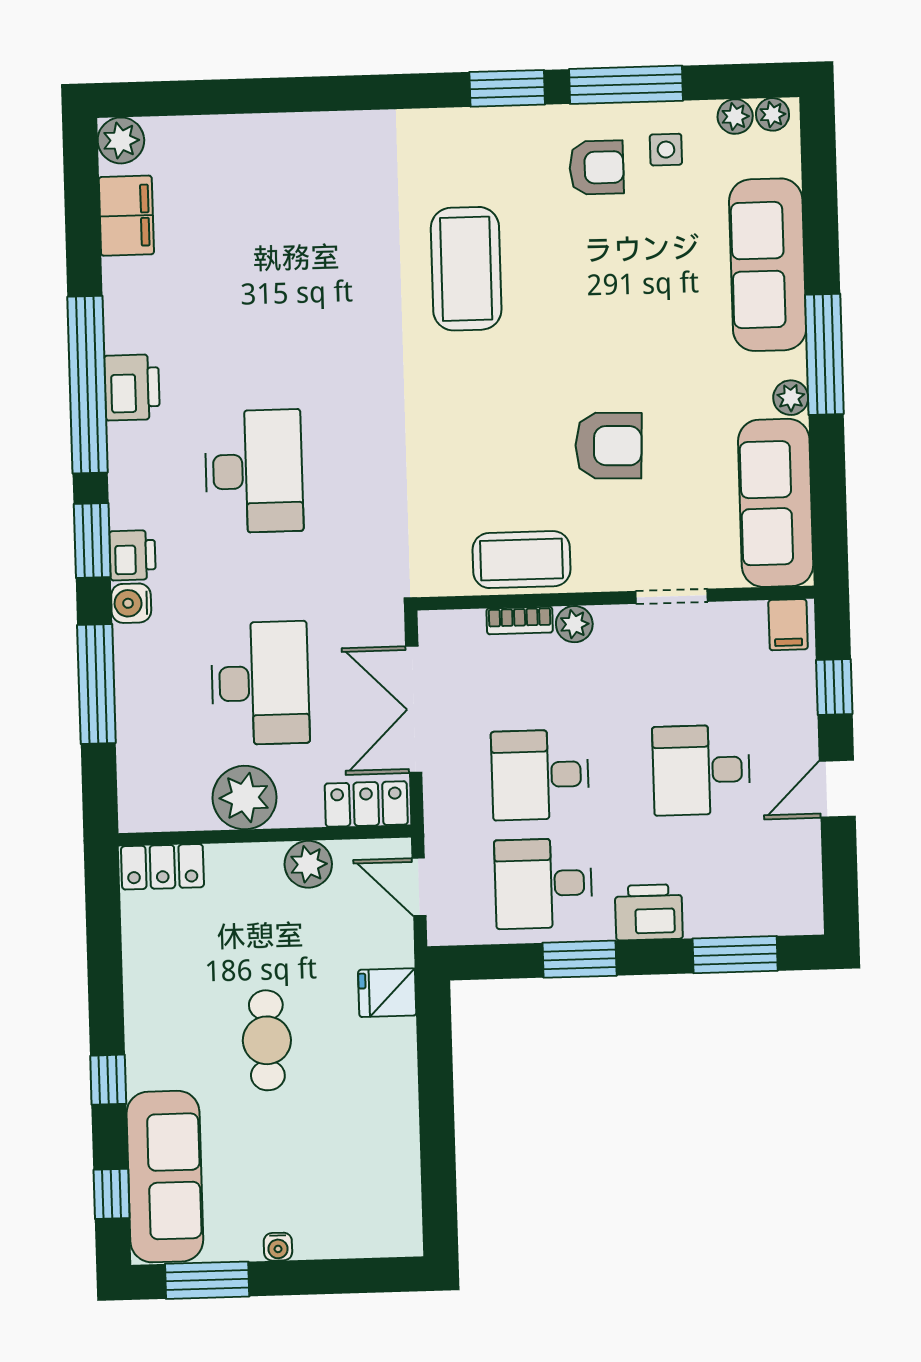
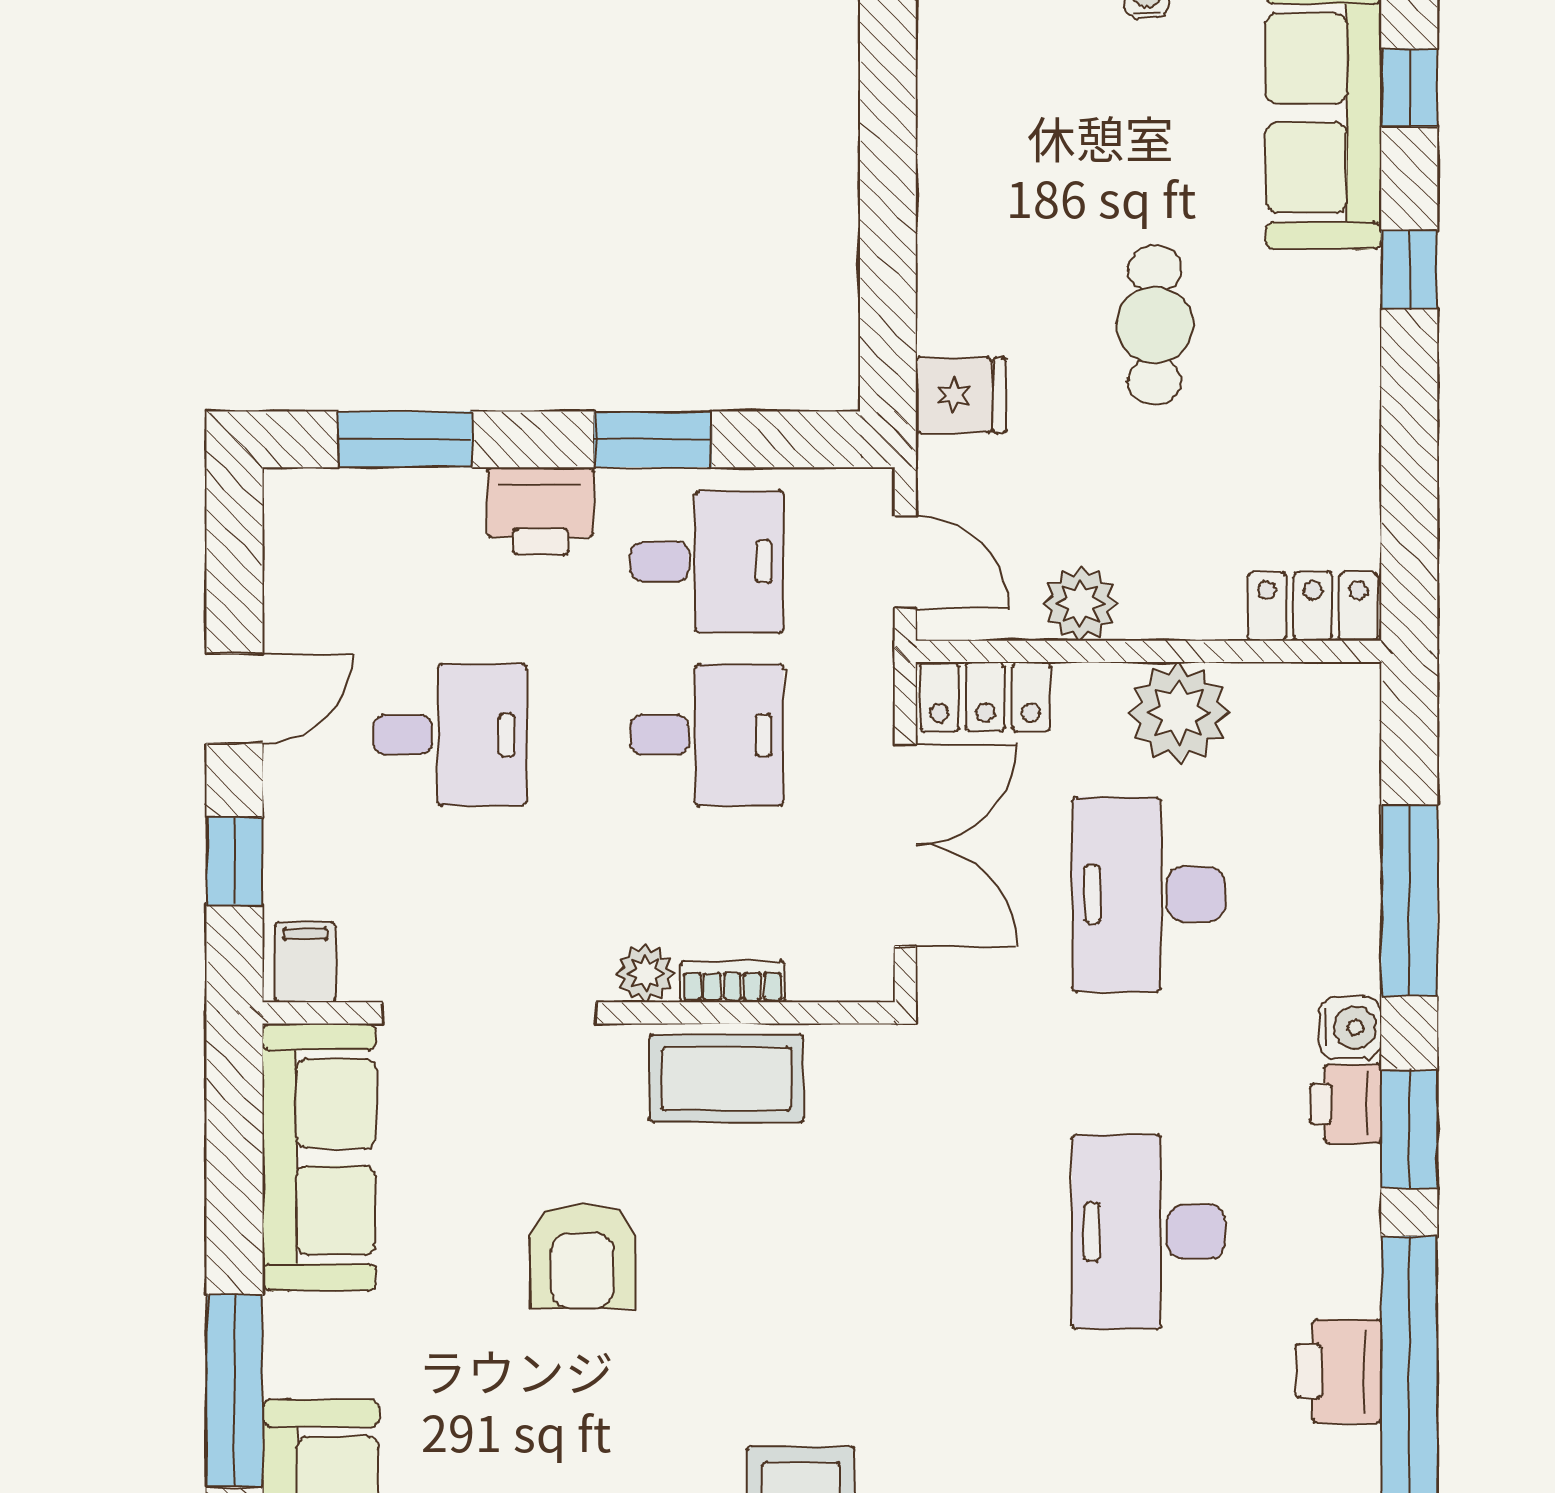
plant: (791, 398) -> (290, 1324), removed
armchair: (609, 446) -> (583, 1256), turned -92
doorway: (672, 596) -> (489, 1013), width x1.88

